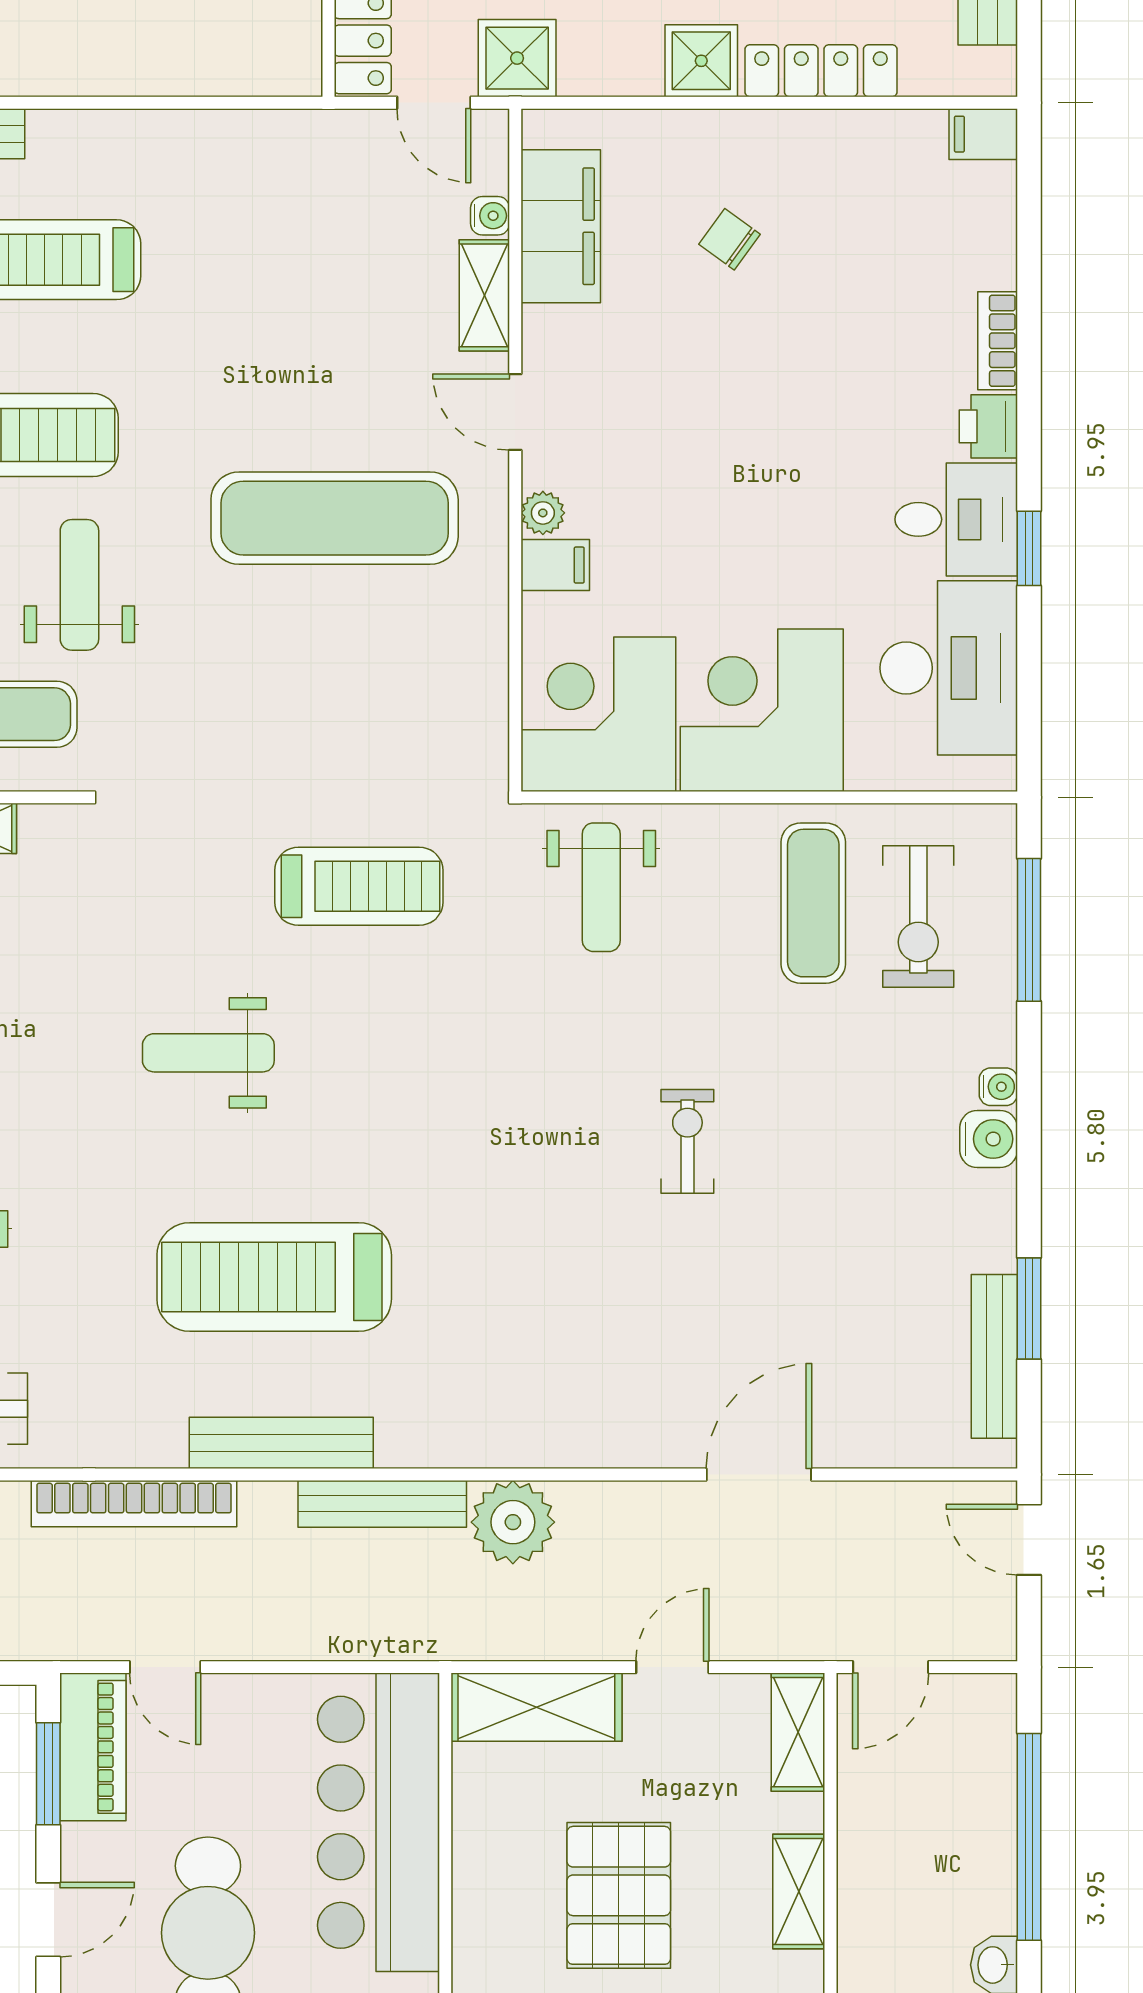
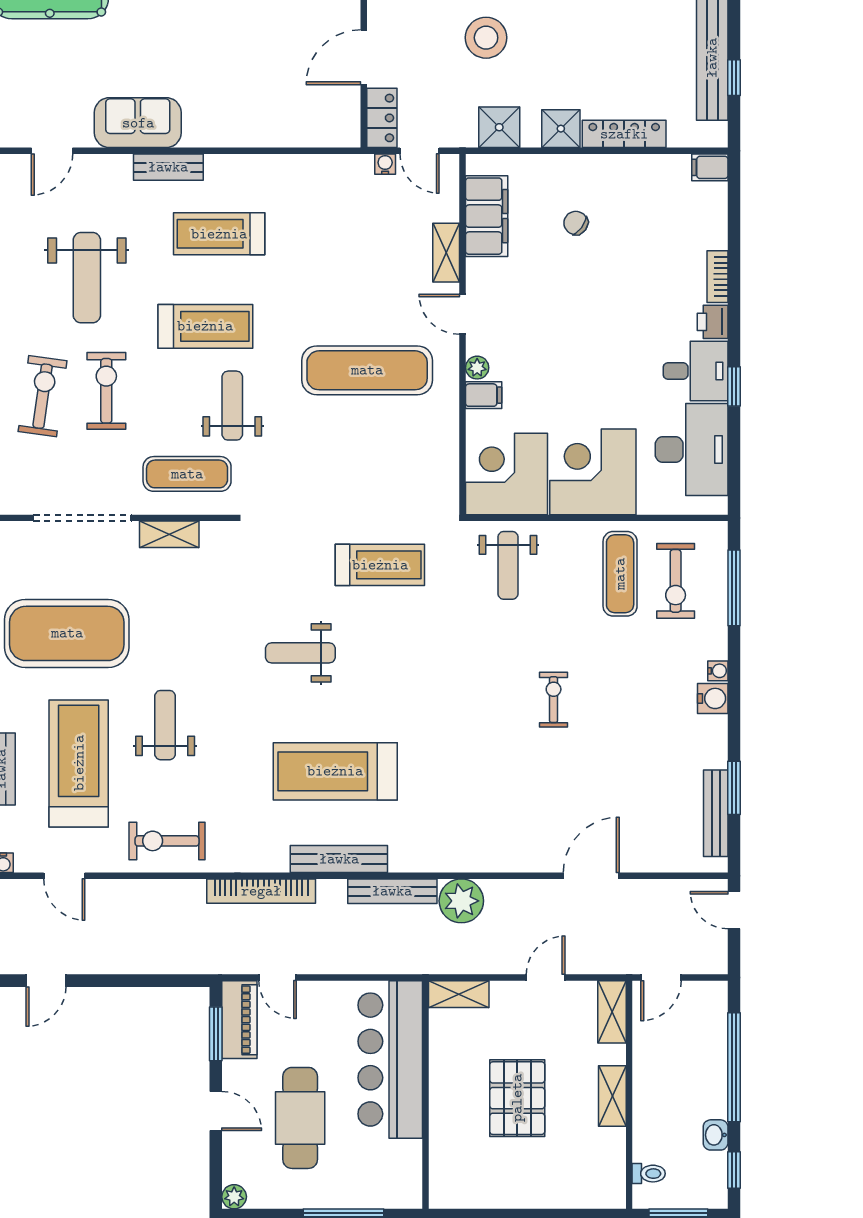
shower: (517, 58) -> (499, 127), moved
water cooler: (490, 216) -> (385, 164), moved, turned -90
shelving: (536, 1707) -> (459, 994), width x0.67, depth x0.75
door: (48, 1920) -> (216, 1111), hinge flipped

